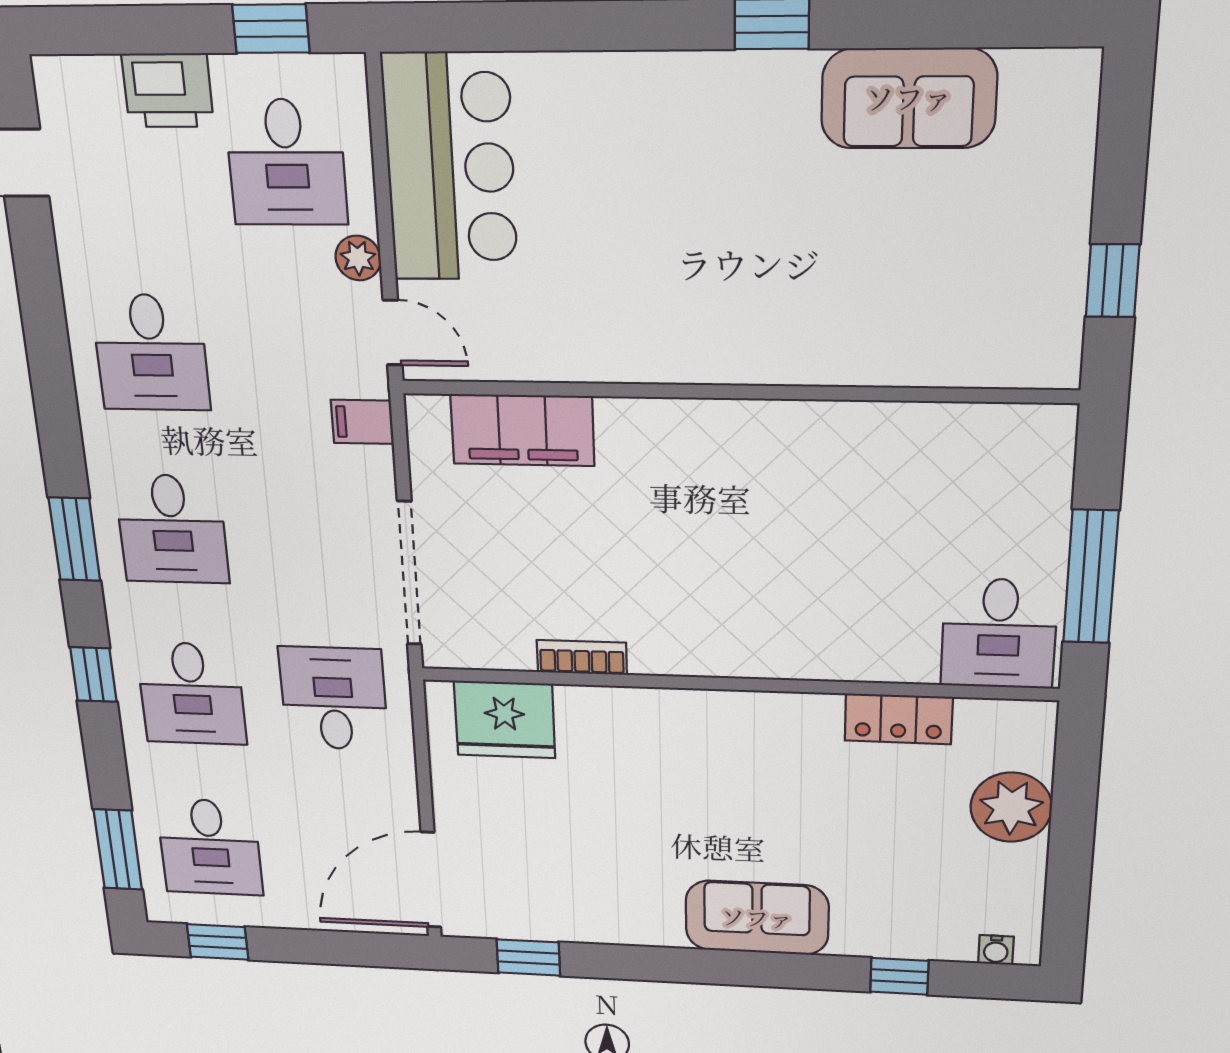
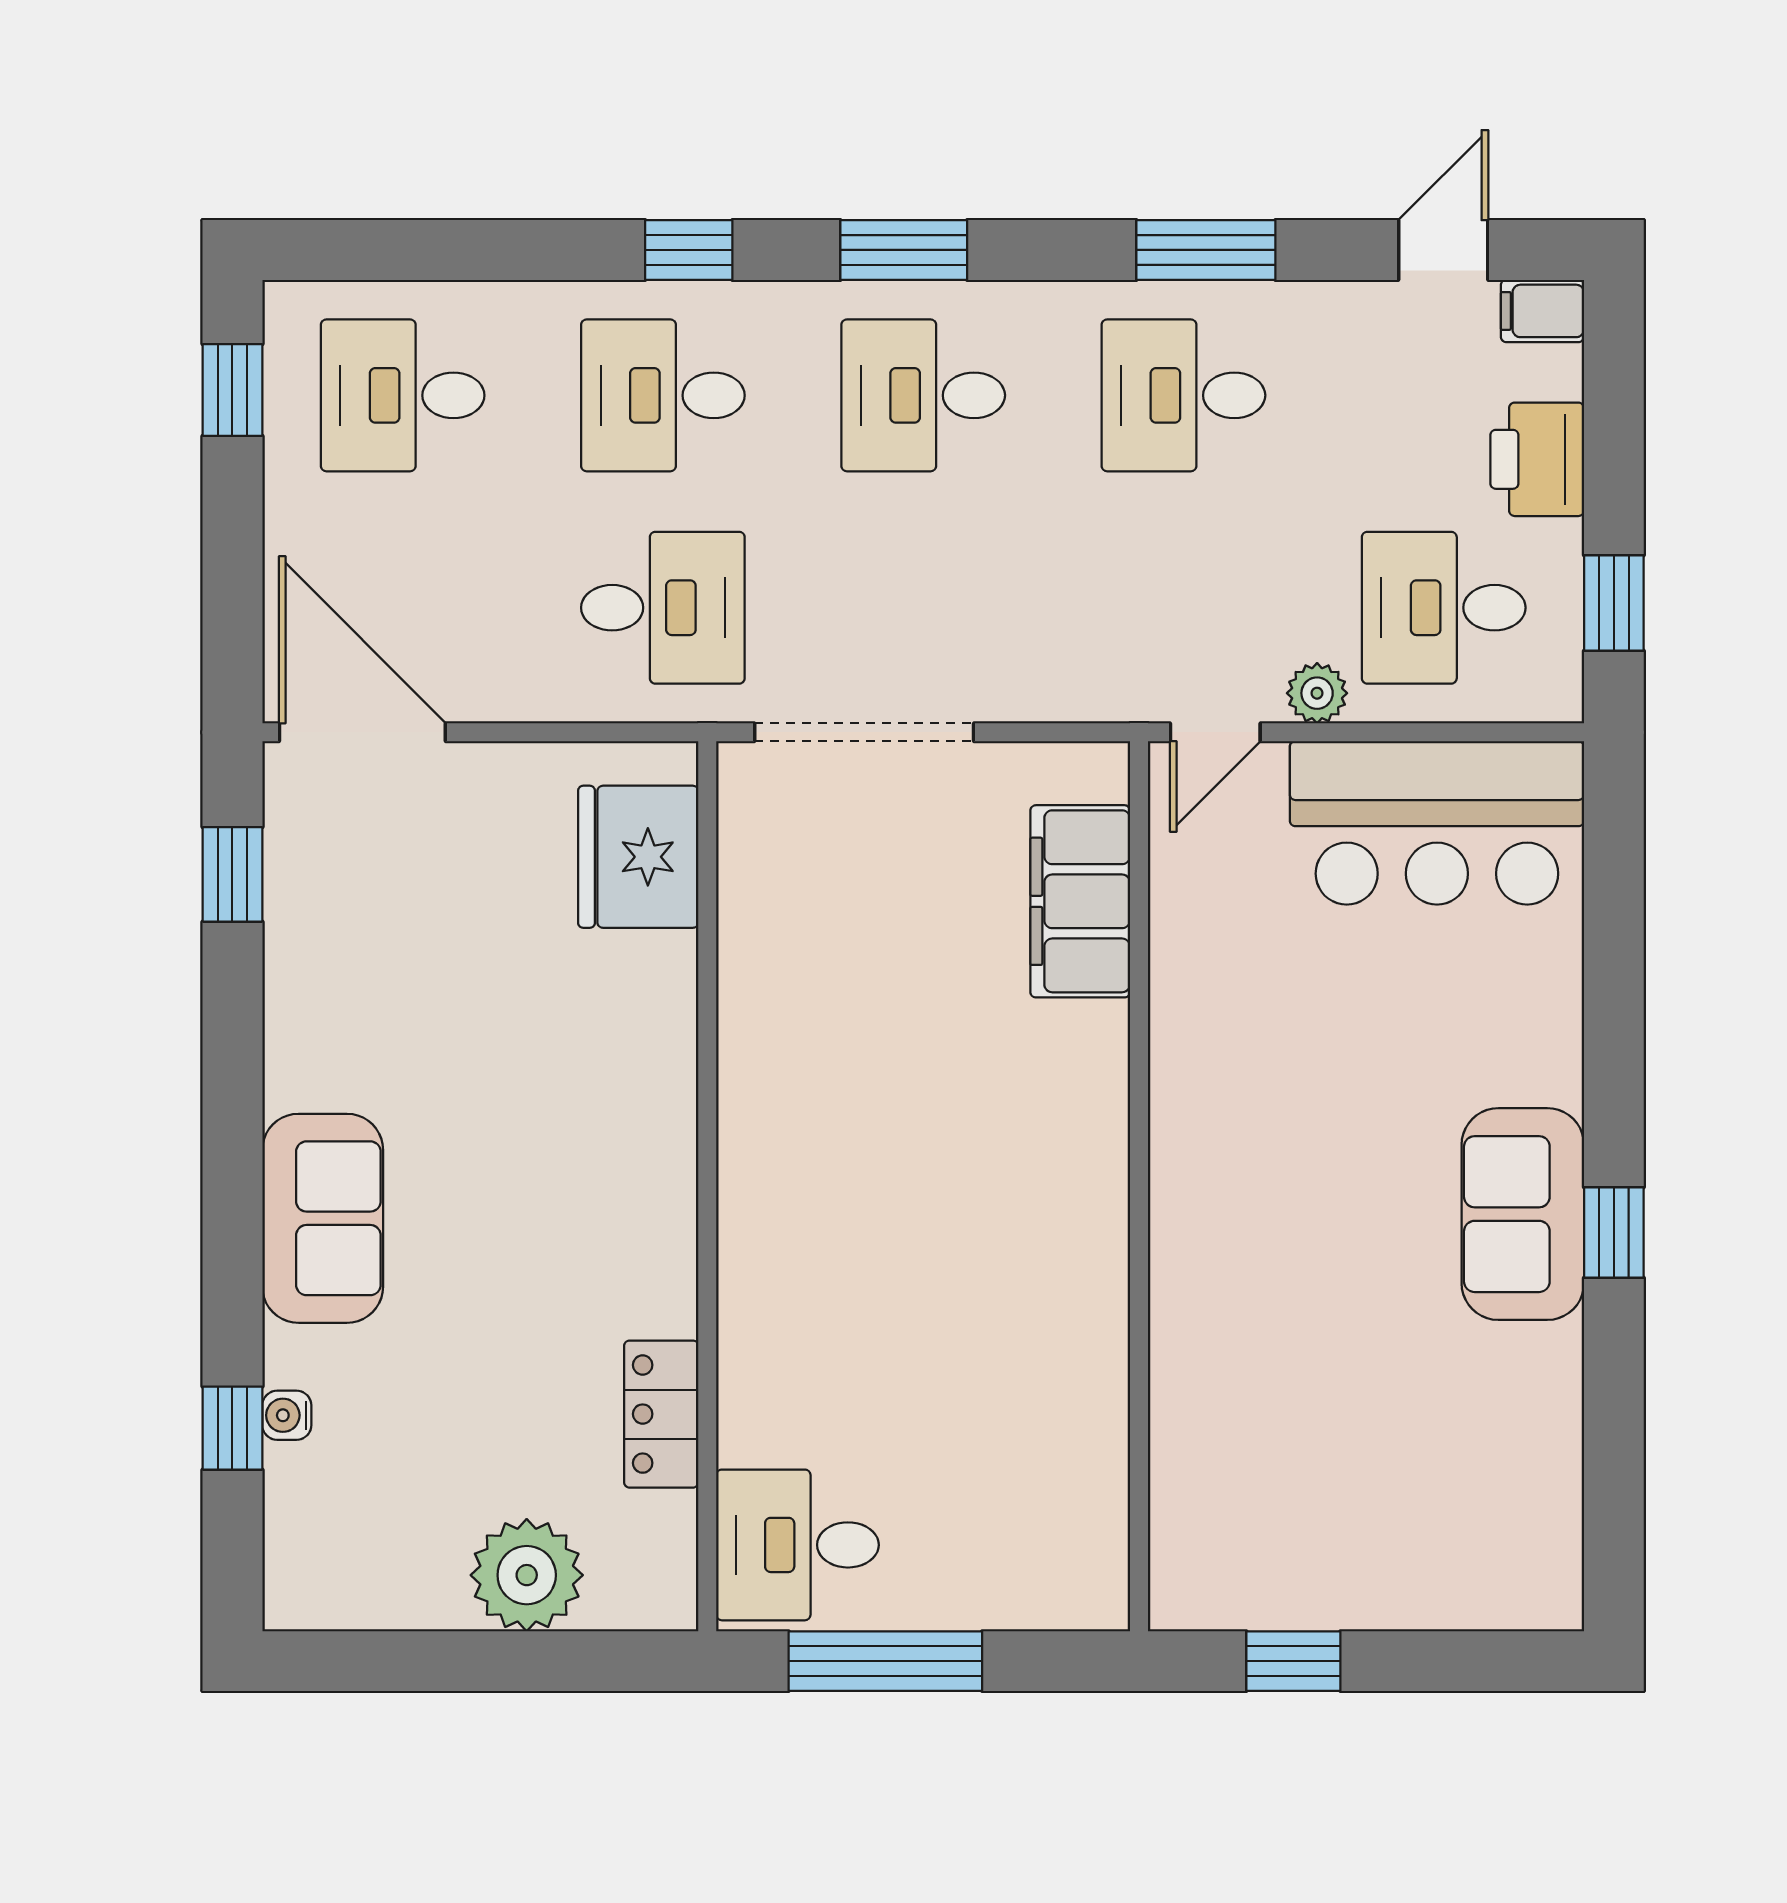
sofa: (909, 98) -> (1523, 1214), moved
filing cabinet: (362, 422) -> (1542, 311), moved, turned -90
bookcase: (582, 657) -> (742, 971), removed
window: (118, 850) -> (1206, 250), moved
water cooler: (996, 950) -> (287, 1415), moved

